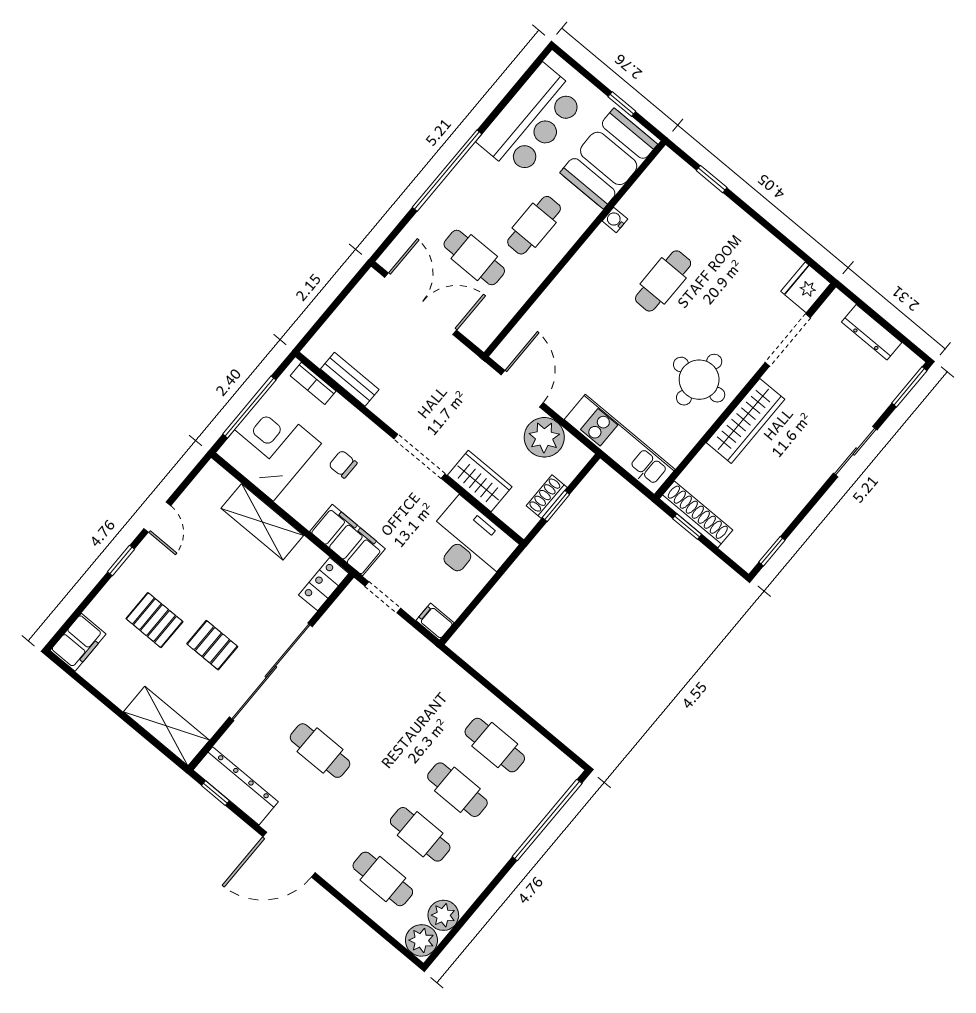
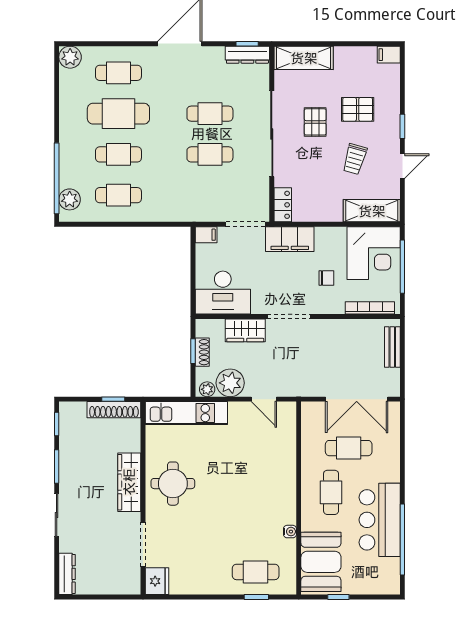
bar counter: (531, 120) -> (380, 520), moved
window: (447, 171) -> (402, 539), moved
cafe table: (663, 281) -> (256, 572), moved, turned 90
dresser: (872, 332) -> (67, 574), moved, turned 90
bench: (350, 379) -> (392, 347), moved, turned 90
bookcase: (313, 383) -> (370, 308), width x1.56
window: (909, 387) -> (57, 467), moved
door: (522, 389) -> (264, 399), width x0.73
plant: (575, 451) -> (207, 389), added
door: (157, 517) -> (402, 166), swing flipped
shelving: (262, 522) -> (372, 211), moved
trolley: (203, 568) -> (355, 159), added
doorway: (383, 597) -> (245, 224), width x1.38
filing cabinet: (78, 642) -> (389, 55), width x0.50
pallet: (212, 645) -> (315, 122), turned 90
cafe table: (357, 706) -> (210, 154), added
dresser: (236, 786) -> (247, 55), width x0.73, depth x0.80
cafe table: (420, 834) -> (118, 114), width x1.37, depth x1.35
plant: (443, 915) -> (70, 199), moved

